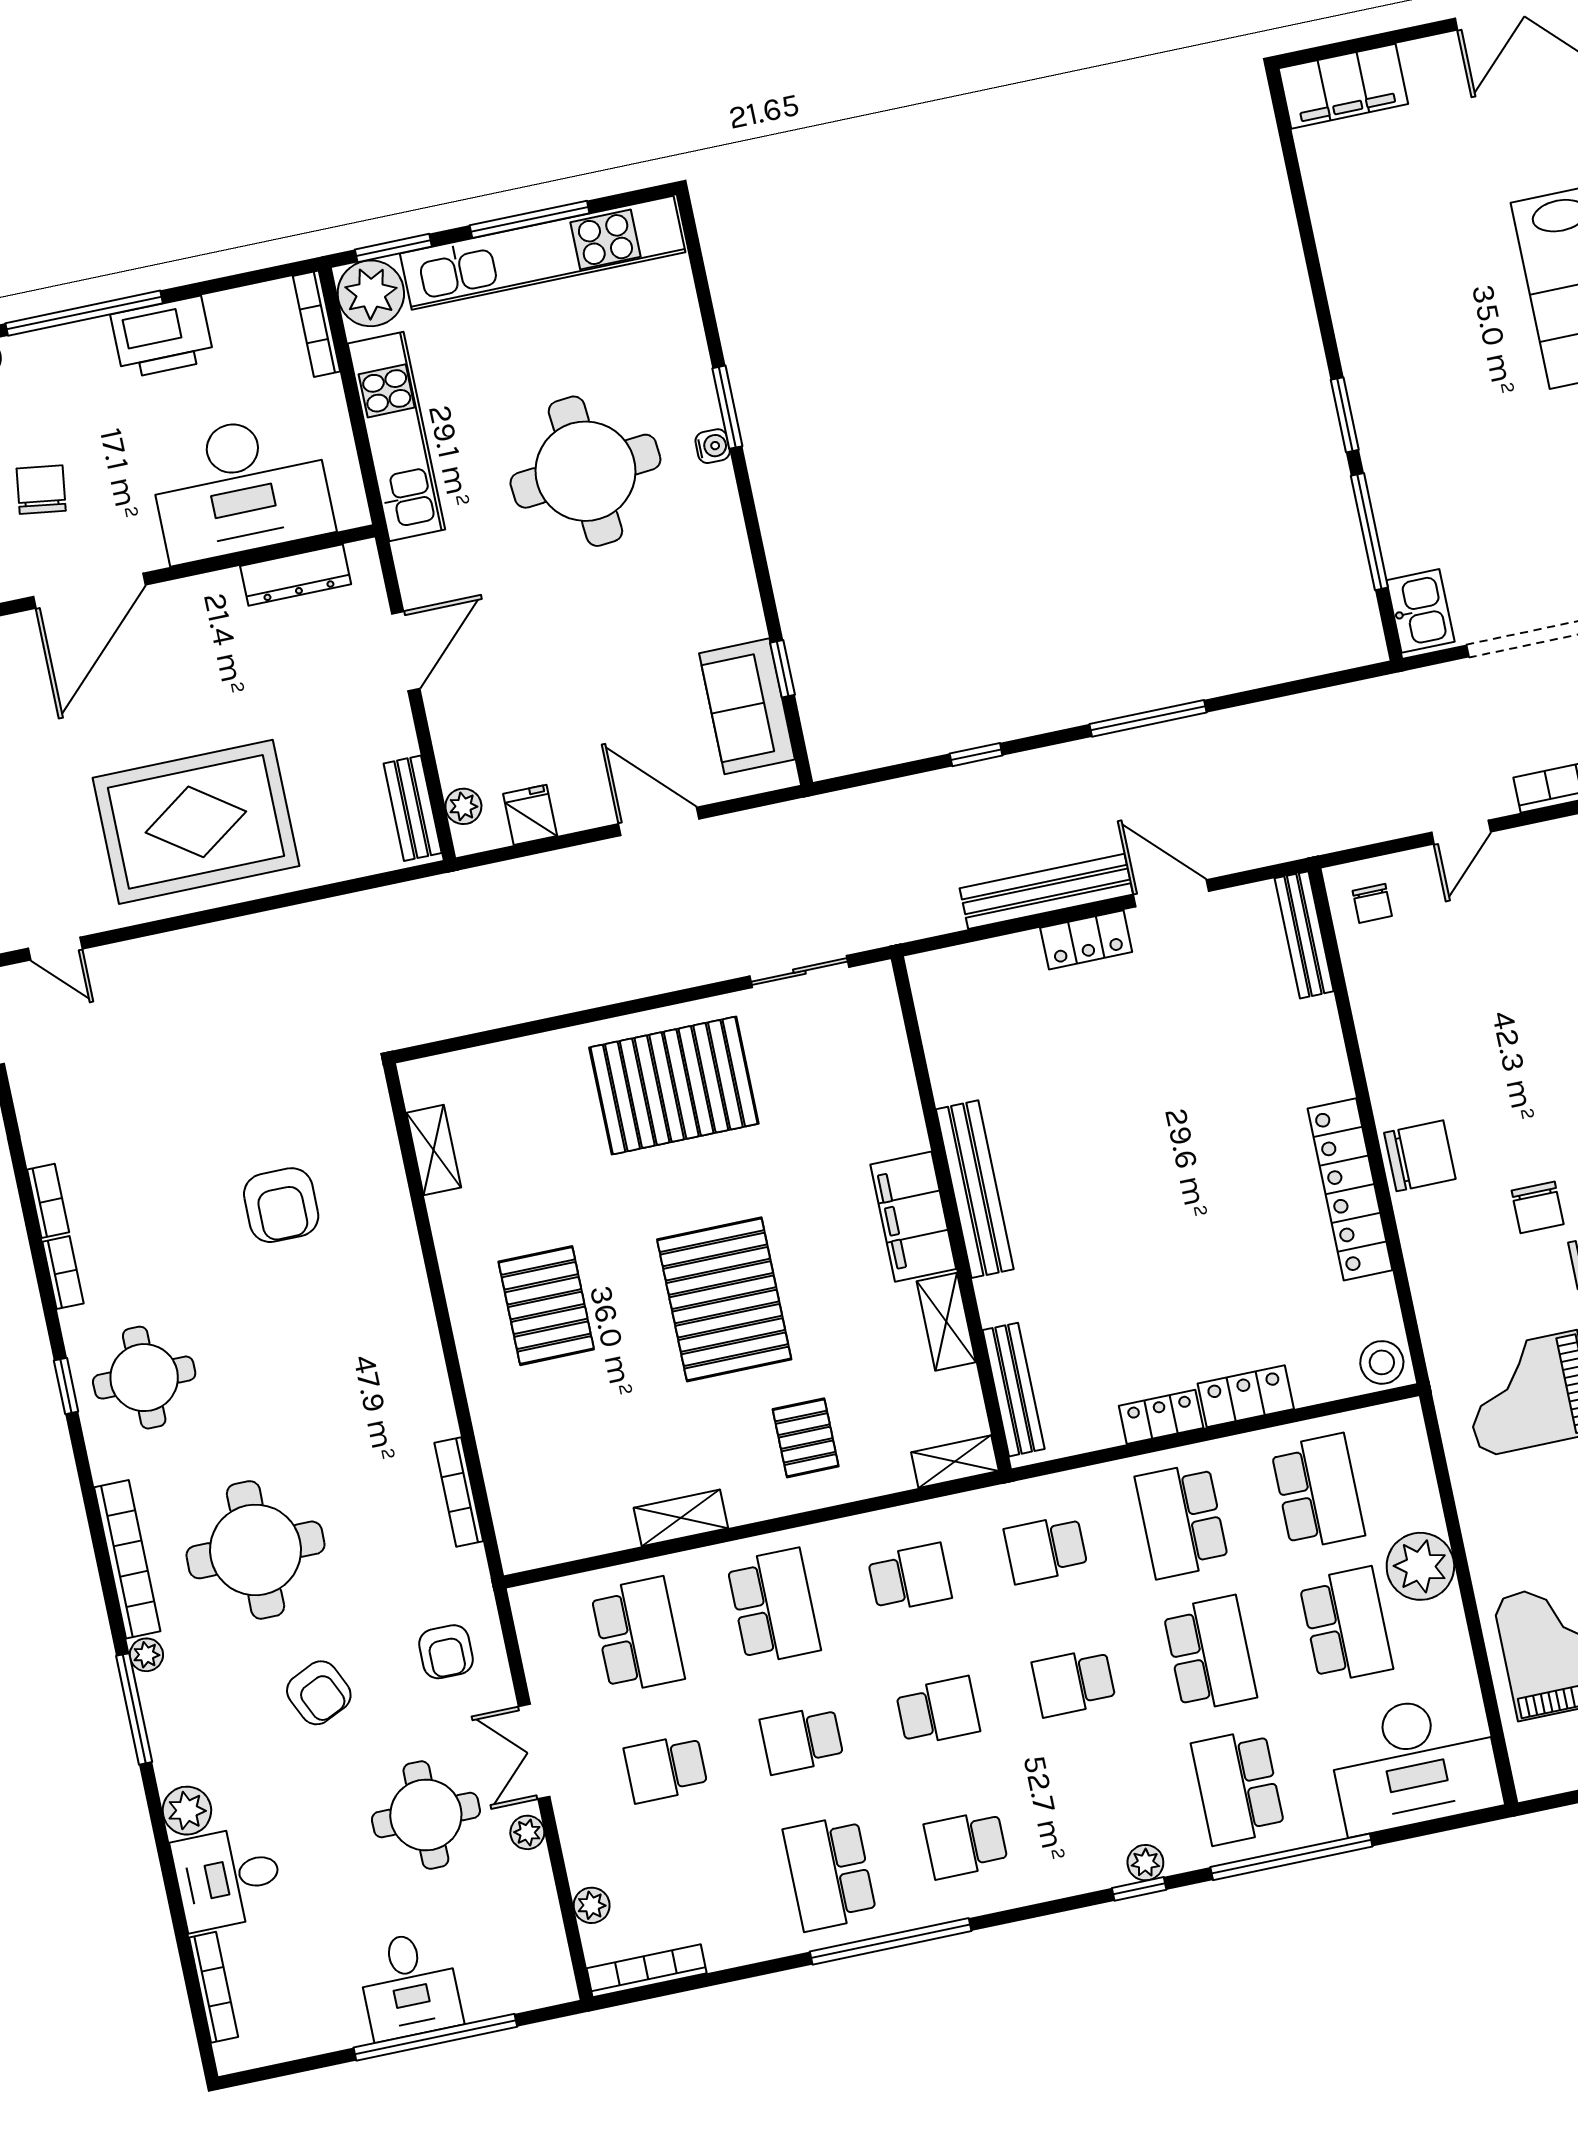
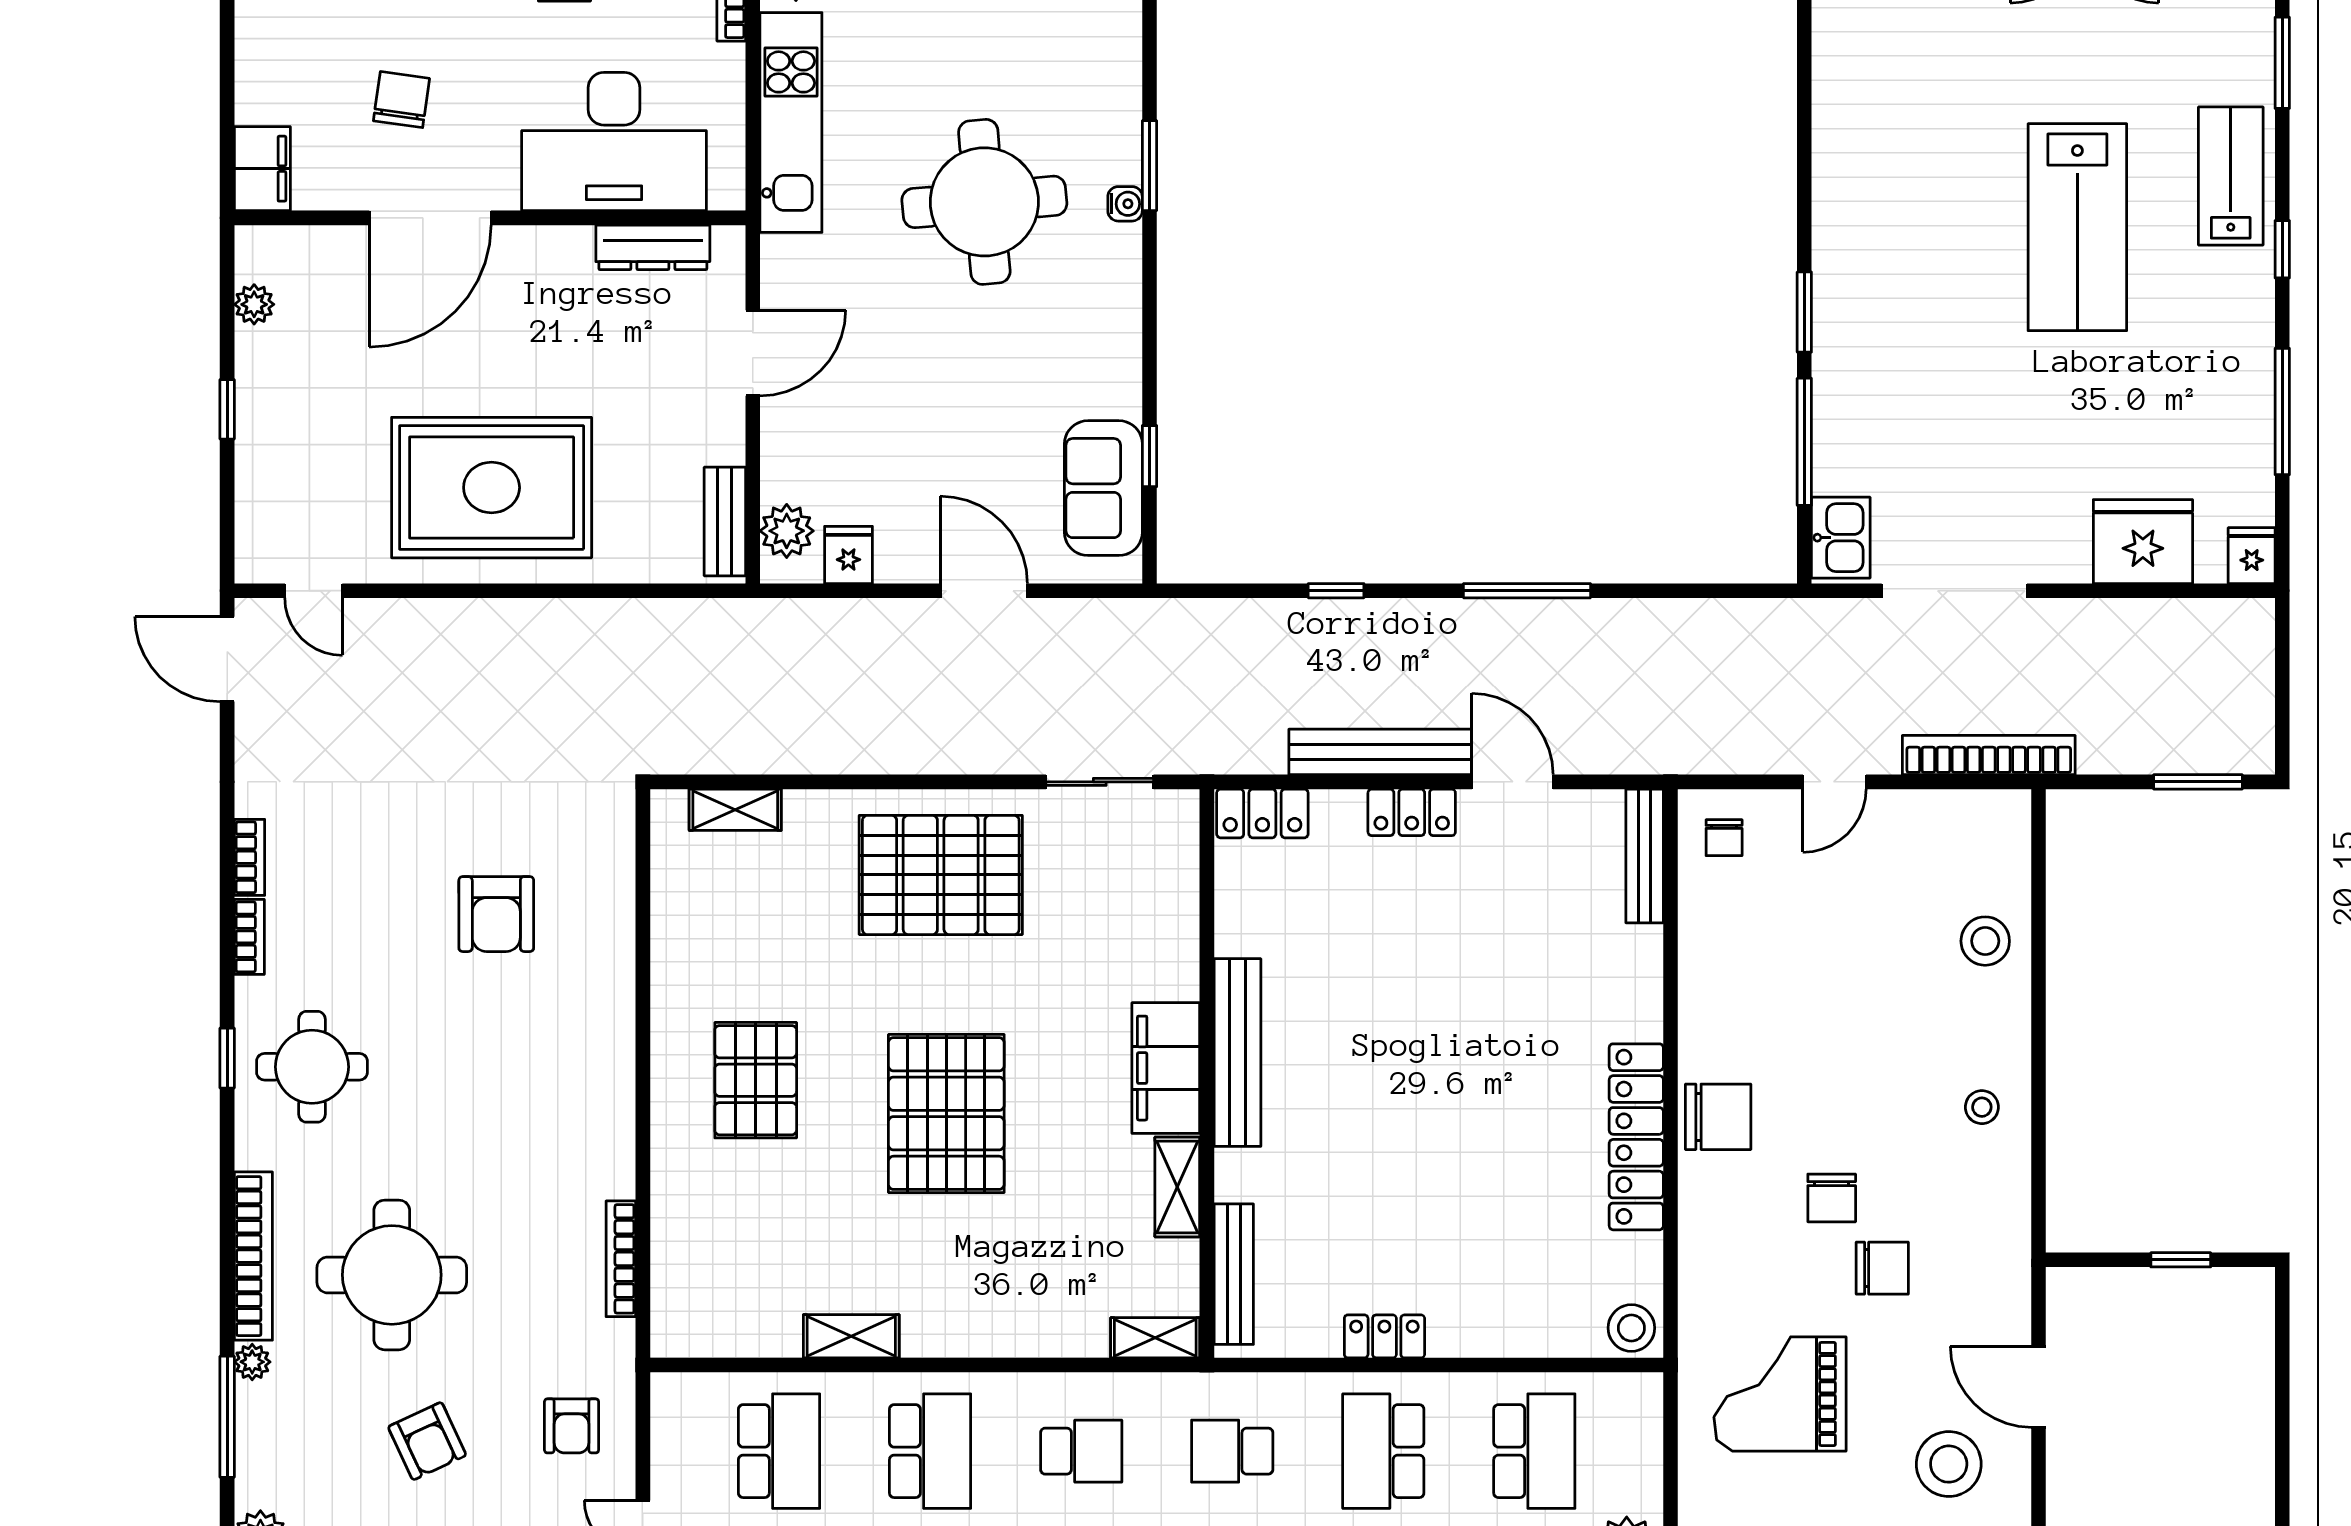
plant: (463, 806) -> (787, 531), width x1.38, depth x1.38
shelving: (434, 1150) -> (735, 810), moved, turned 90
locker: (1246, 1396) -> (1262, 813), moved, turned 180
pallet: (806, 1438) -> (1002, 1279), removed

